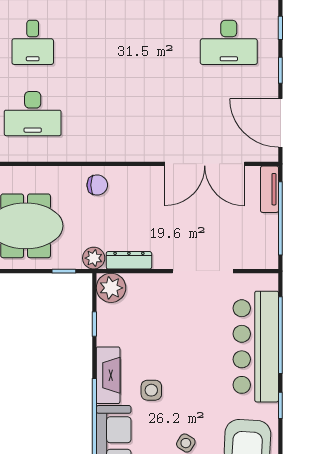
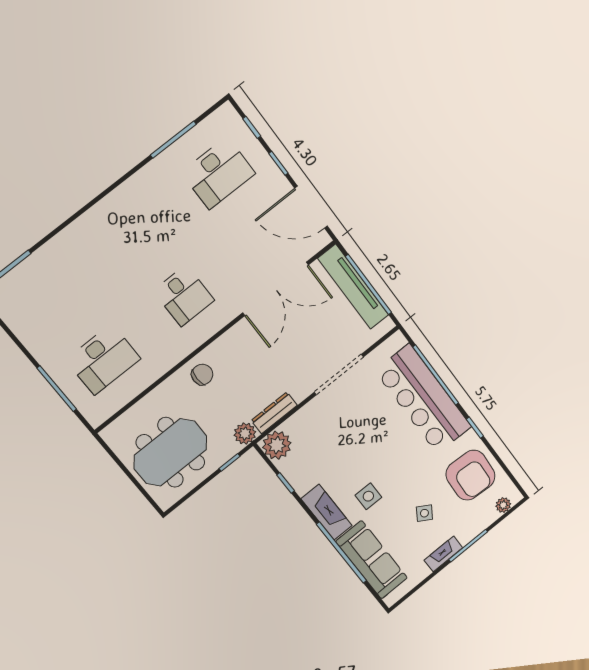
desk: (33, 42) -> (184, 296), moved
tv unit: (270, 189) -> (353, 287), width x1.92, depth x1.29

